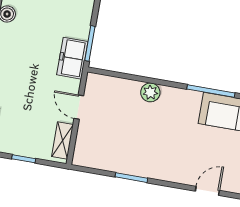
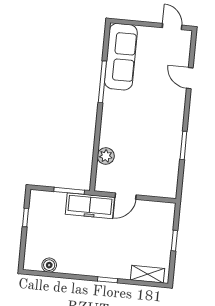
freezer: (72, 58) -> (90, 206), width x1.40
plant: (150, 92) -> (106, 156), moved
shelving: (63, 141) -> (156, 208), removed

